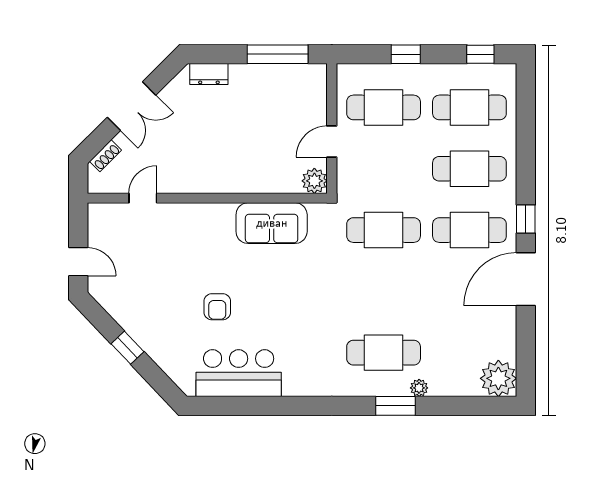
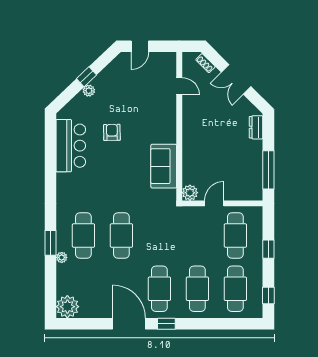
door: (332, 141) -> (214, 203), hinge flipped
cafe table: (384, 230) -> (121, 235), moved
armchair: (217, 307) -> (112, 132), turned 89
plant: (150, 344) -> (89, 91), added

